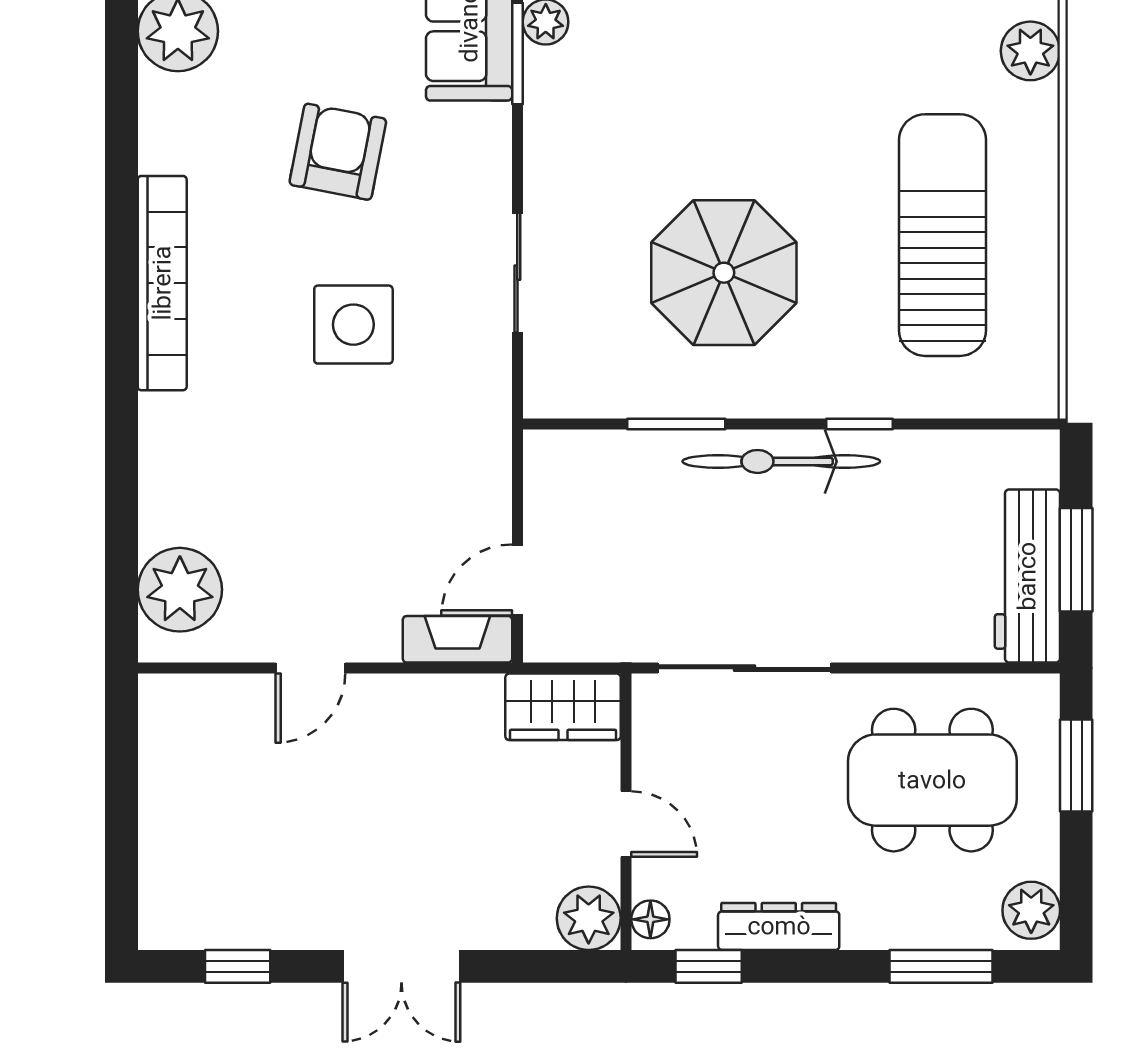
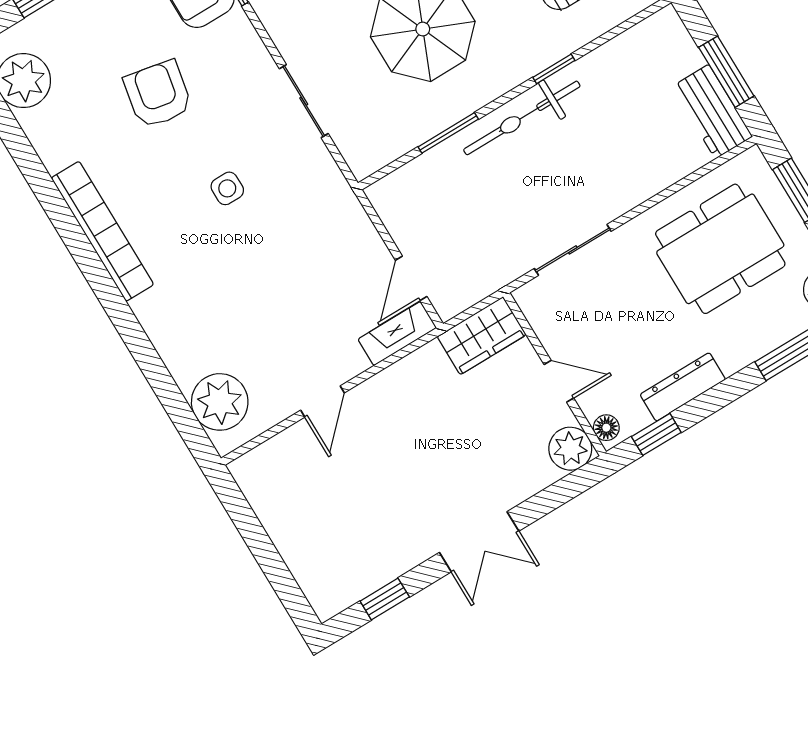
side table: (353, 325) -> (227, 188), width x0.54, depth x0.54
workbench: (1027, 576) -> (712, 112), width x0.73
sliding door: (744, 668) -> (573, 250), width x0.73

